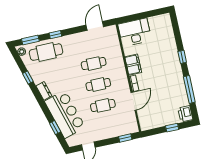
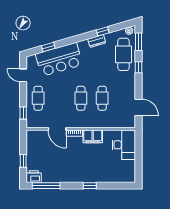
window: (189, 89) -> (46, 186), moved
dresser: (44, 91) -> (97, 41), moved
cafe table: (103, 105) -> (38, 98), moved

